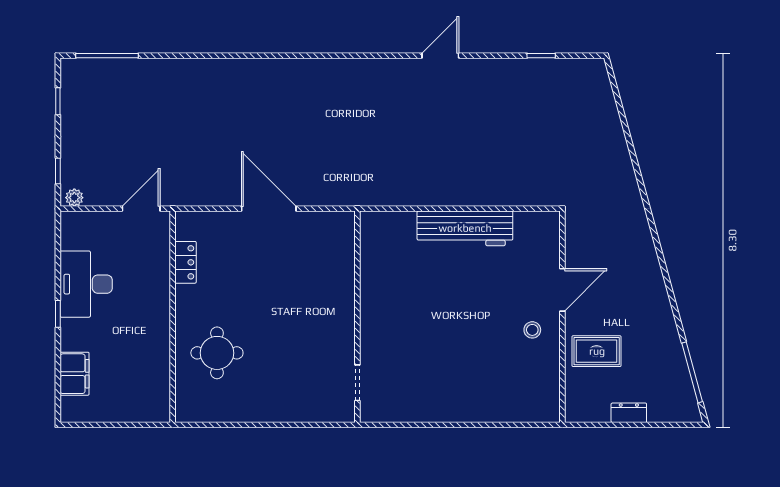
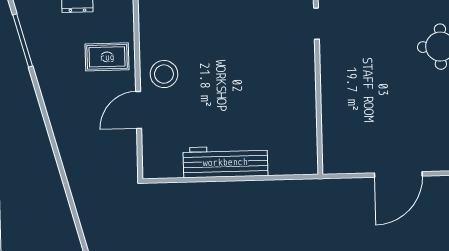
door: (269, 209) -> (398, 174), hinge flipped
stool: (532, 330) -> (164, 74), width x1.89, depth x1.89

